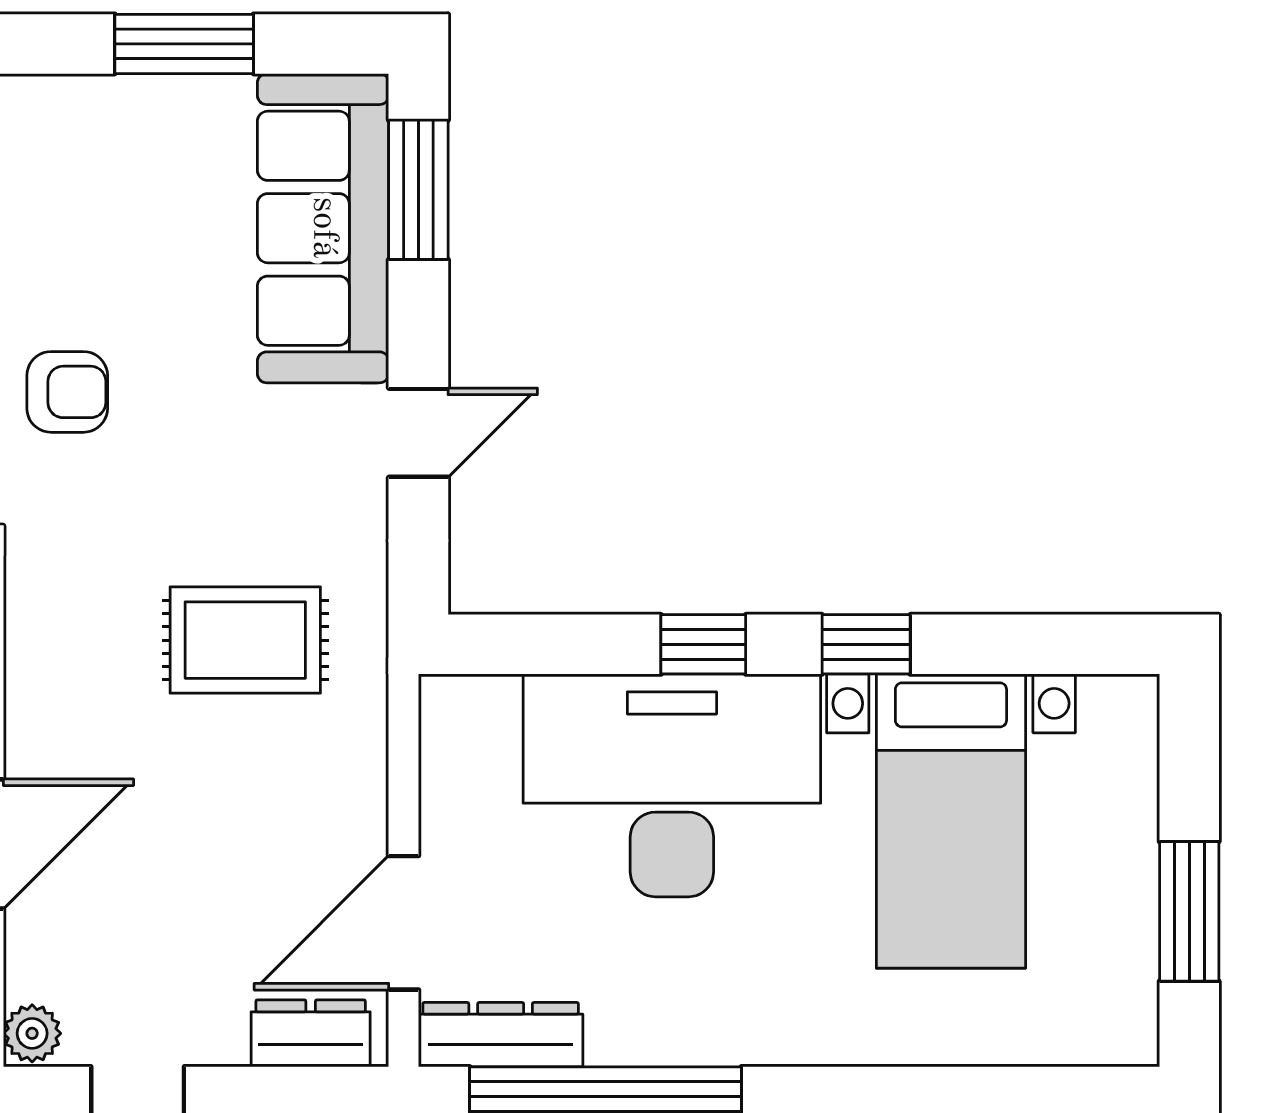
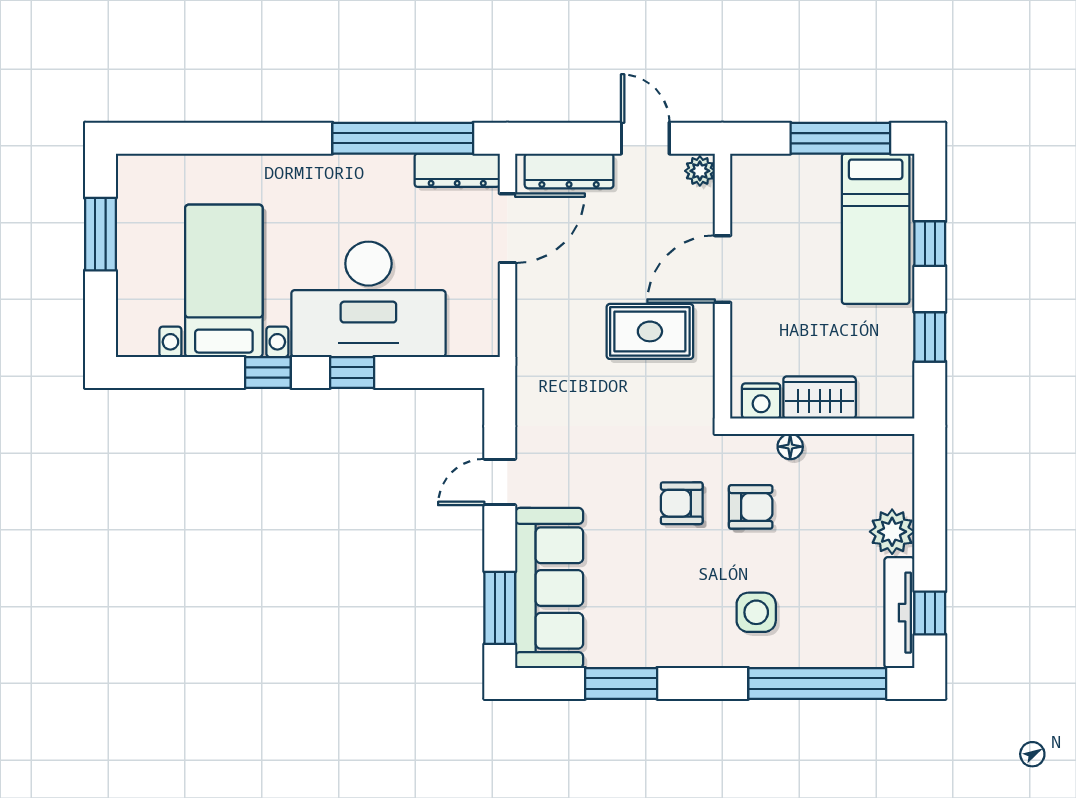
rug: (245, 640) -> (650, 331), moved
dresser: (311, 1033) -> (569, 171), width x1.44

